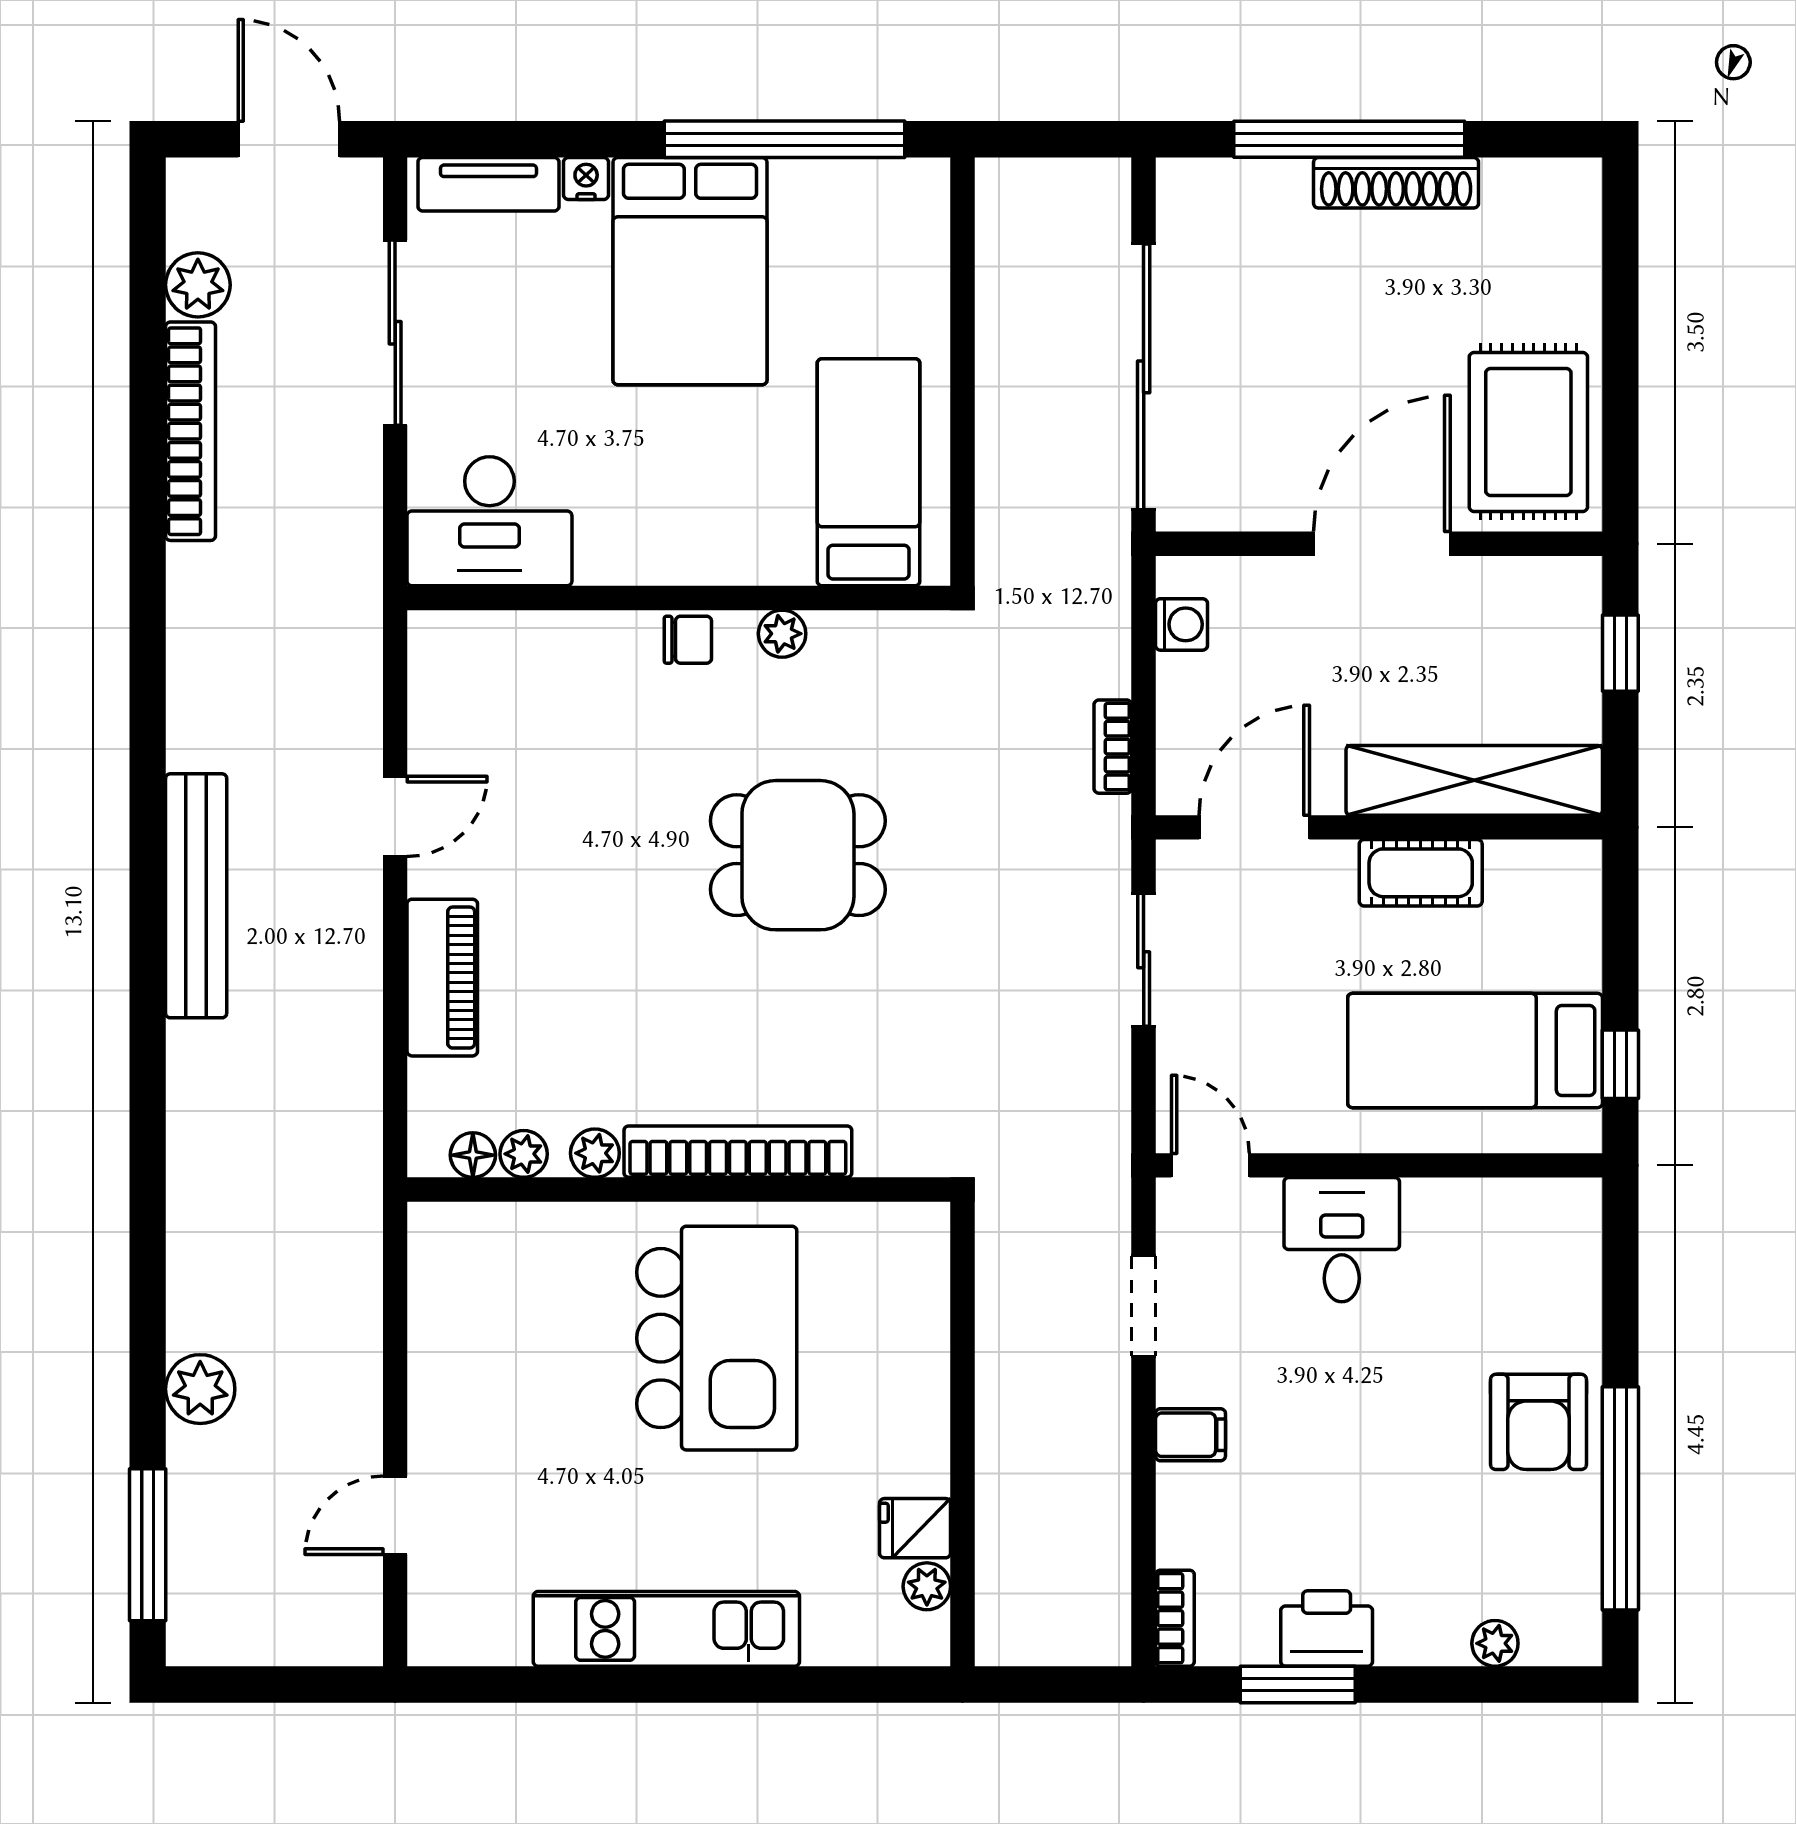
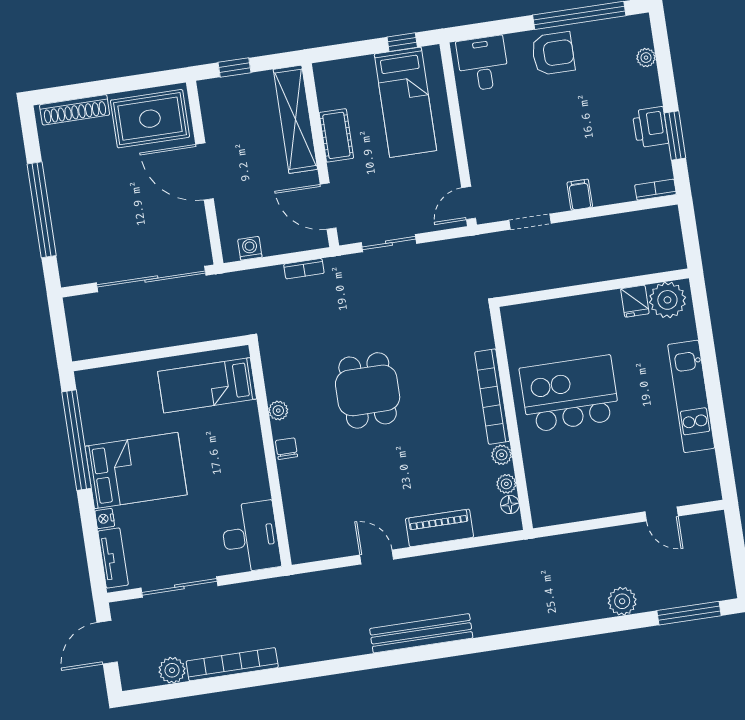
shoe rack: (1396, 183) -> (75, 110), moved, turned 90
desk: (1342, 1240) -> (483, 63), moved, turned 90
plant: (927, 1586) -> (667, 300), width x1.87, depth x1.87

